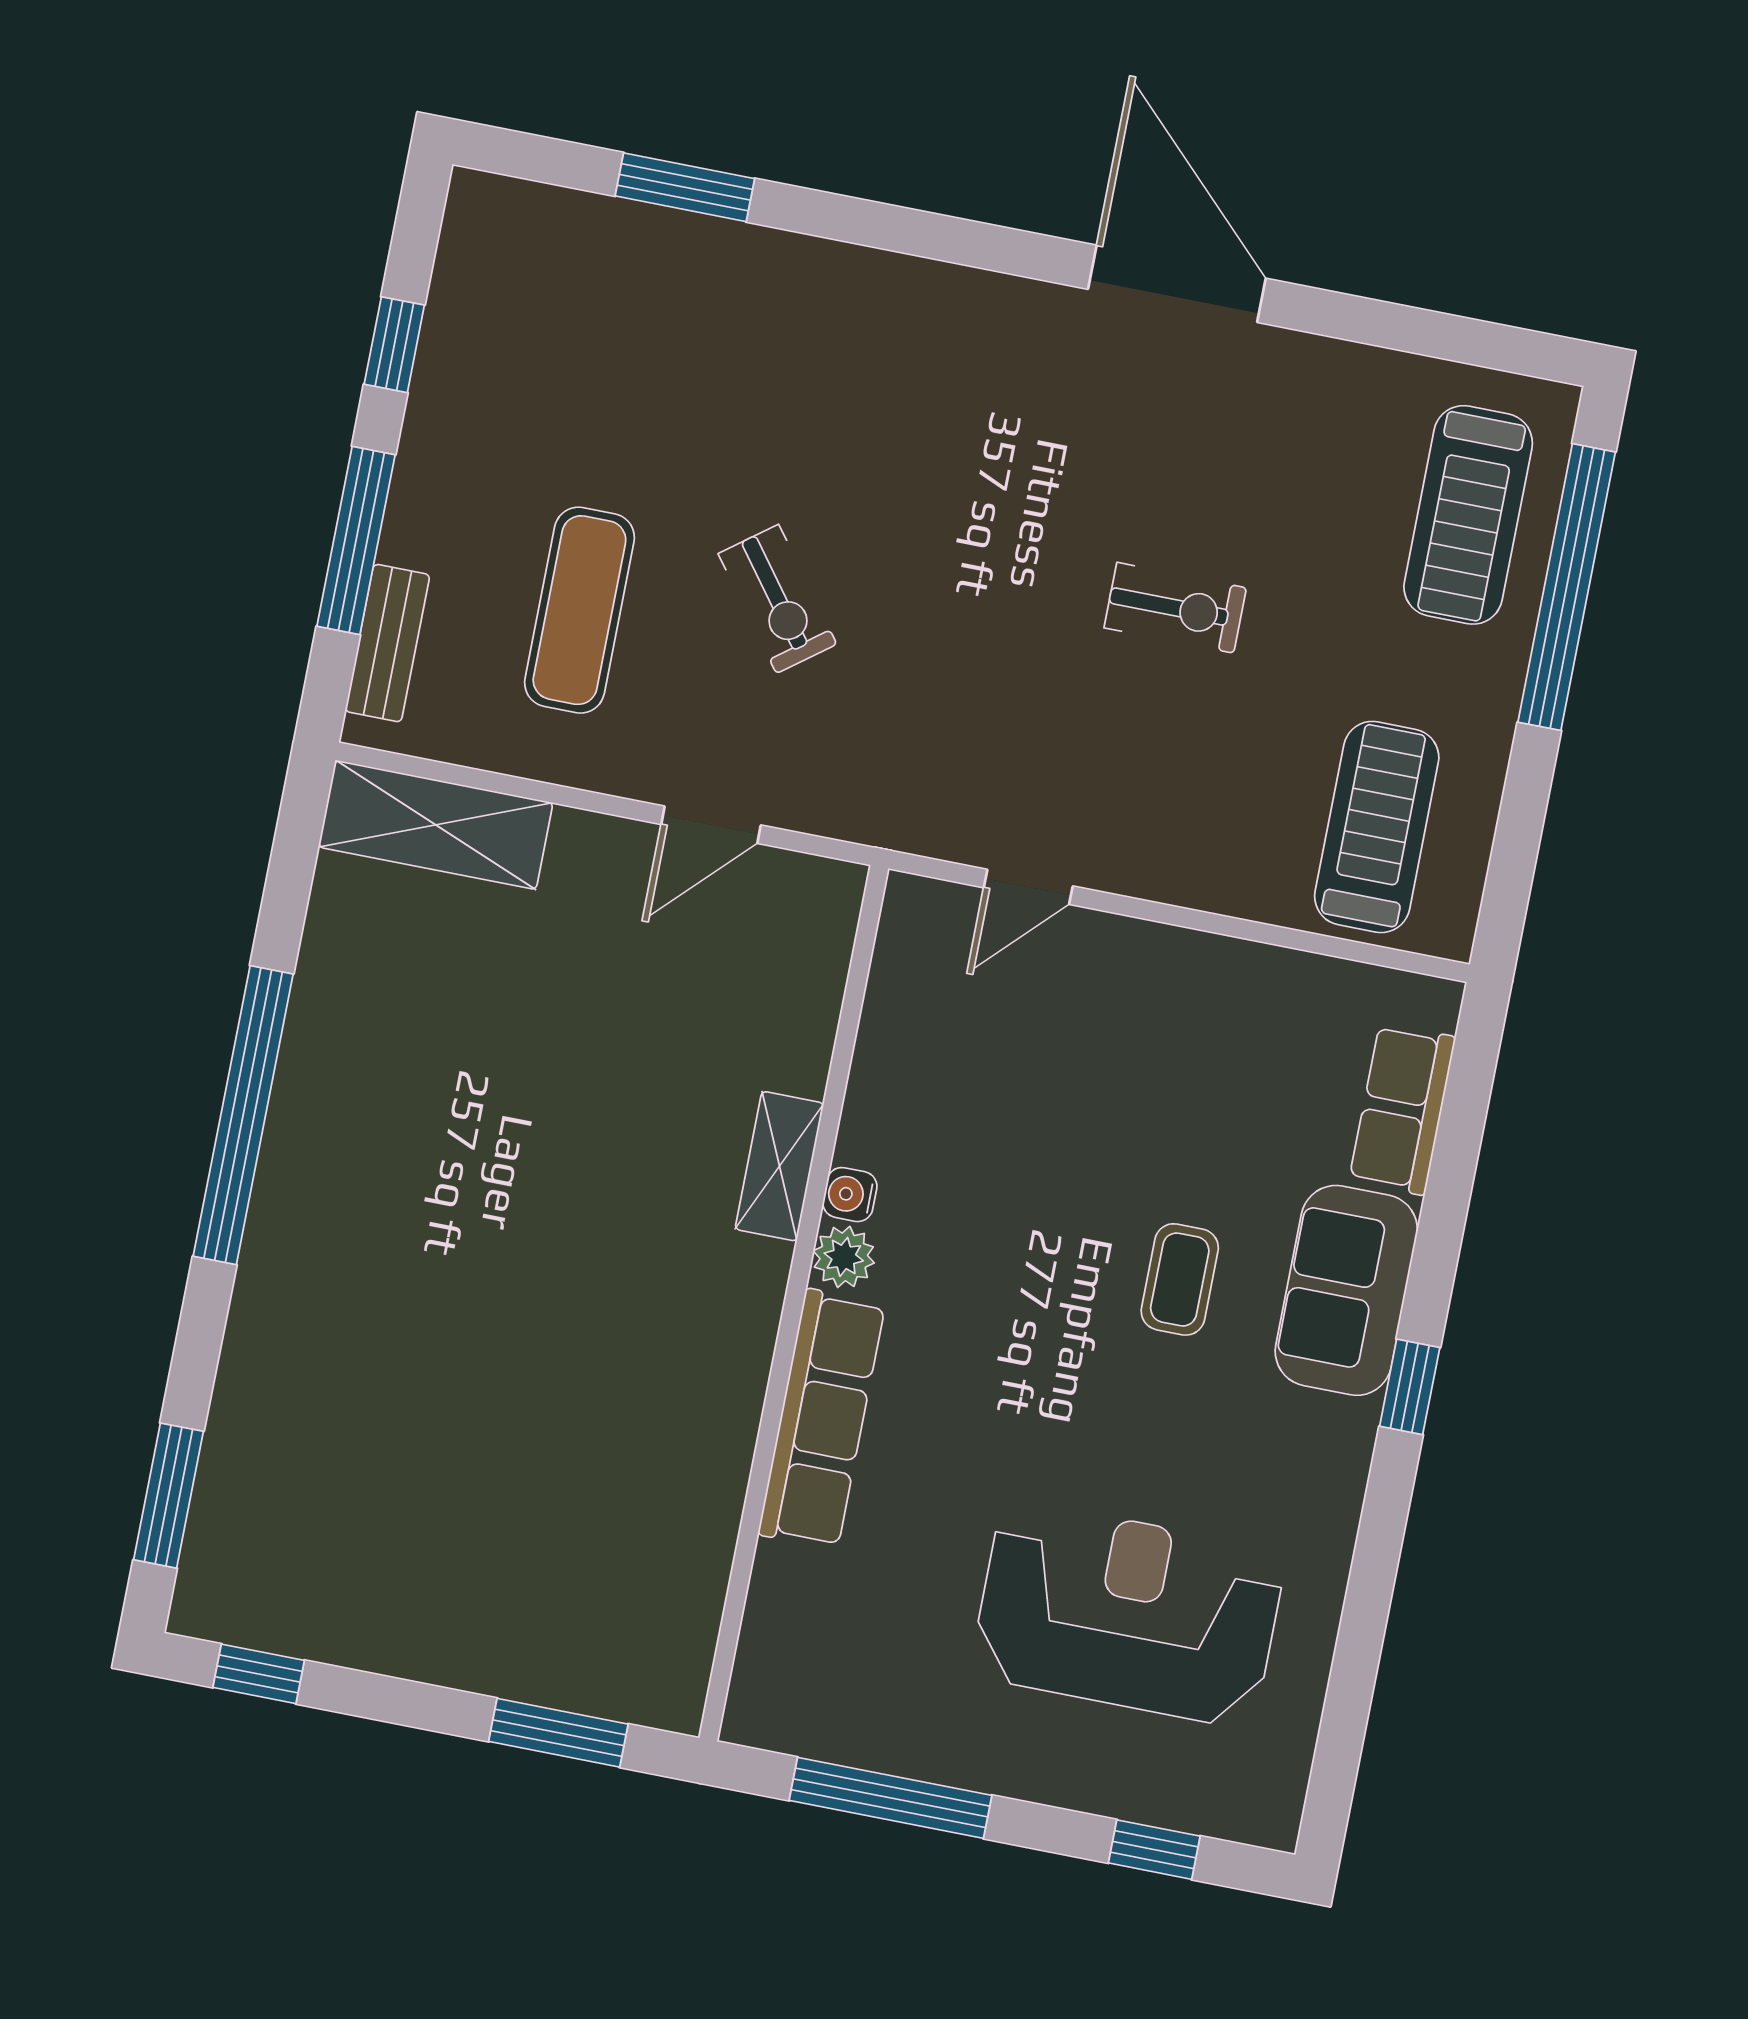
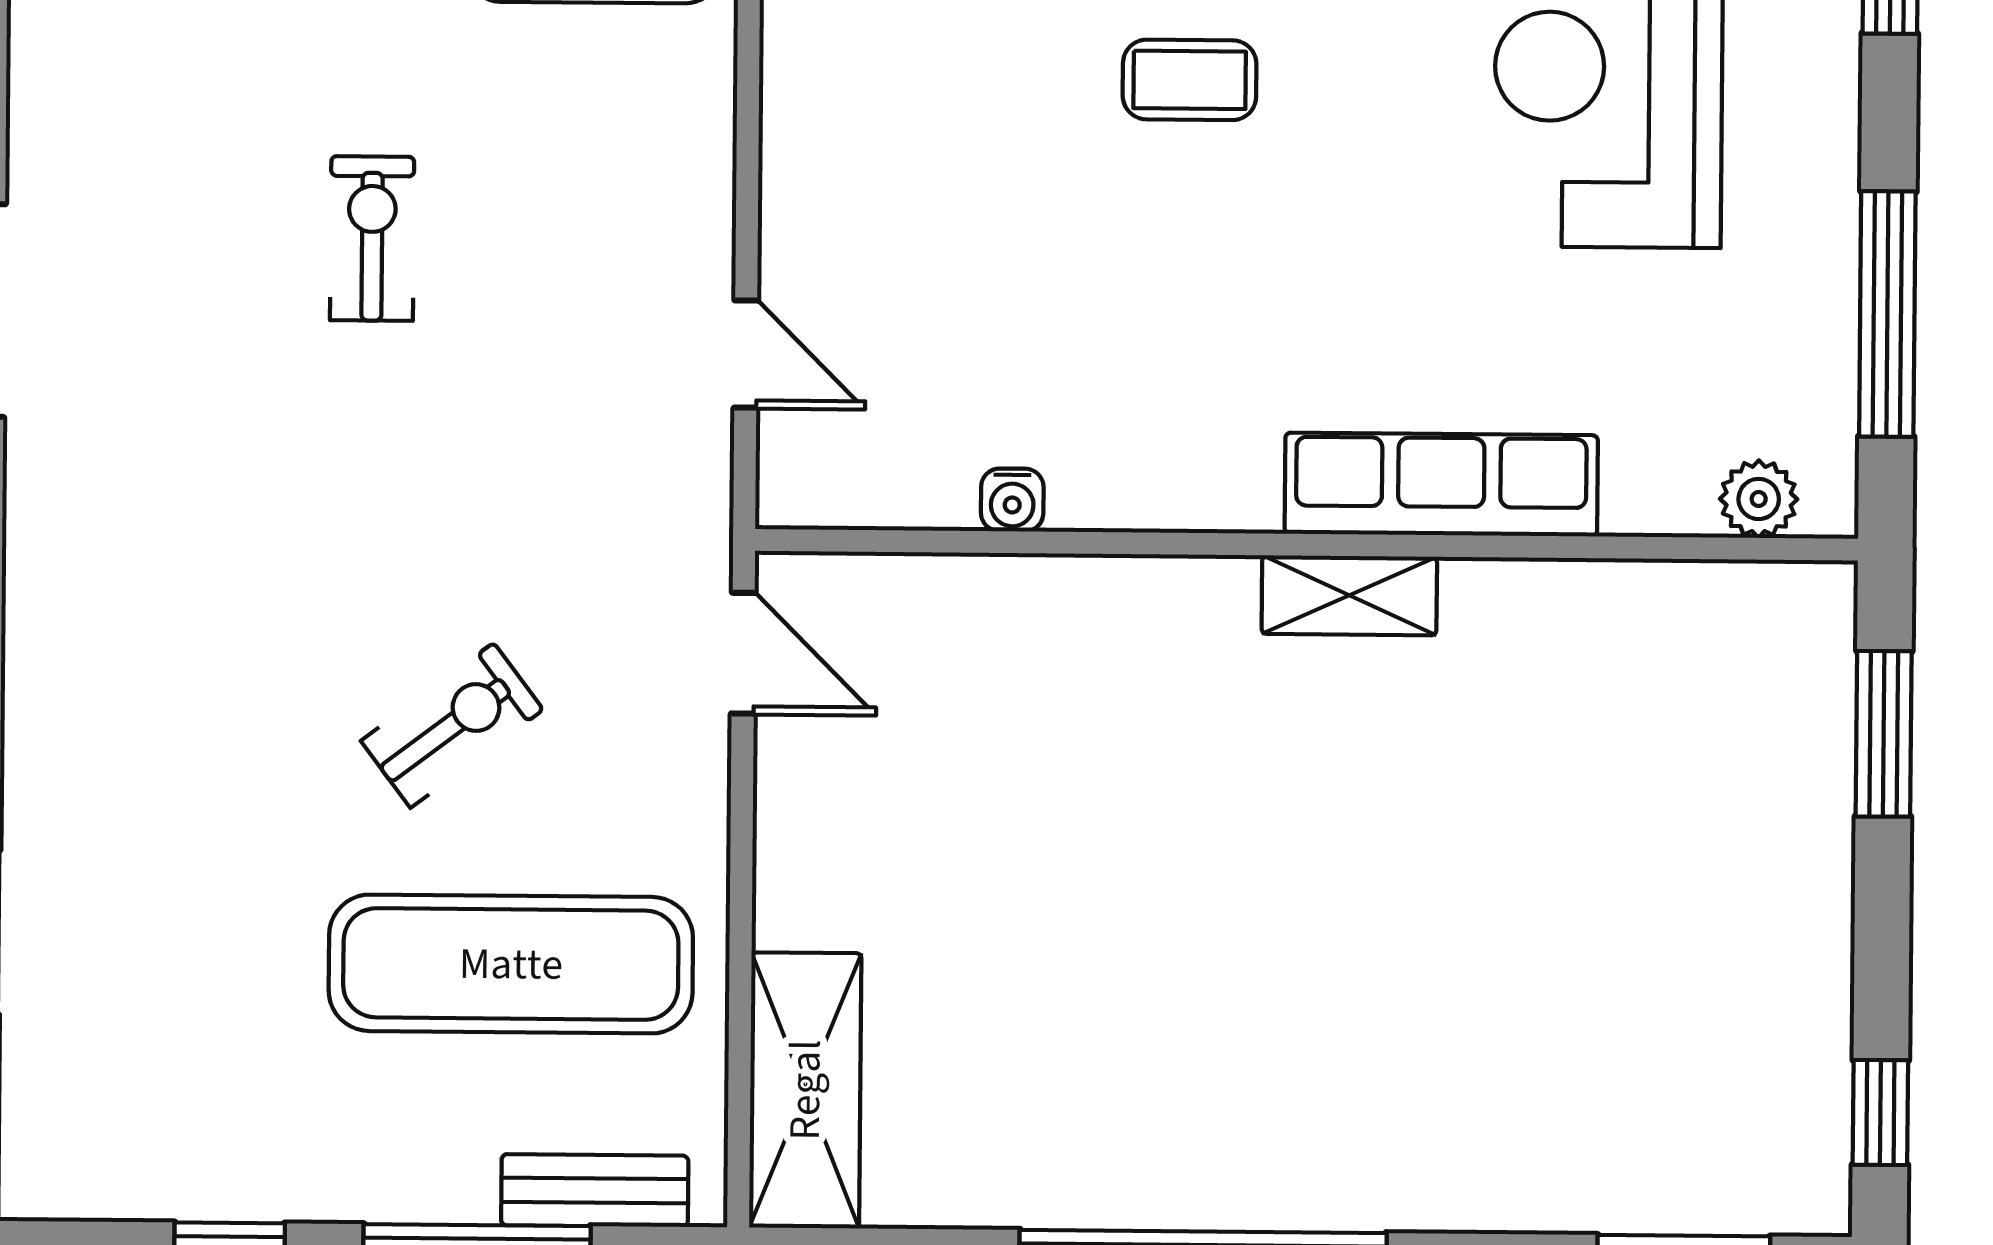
exercise mat: (579, 610) -> (511, 964), width x1.36, depth x1.45
door: (711, 825) -> (743, 653), moved
shelving: (779, 1166) -> (1349, 595), moved
water cooler: (850, 1195) -> (1012, 500), moved
plant: (844, 1257) -> (1759, 499), moved

